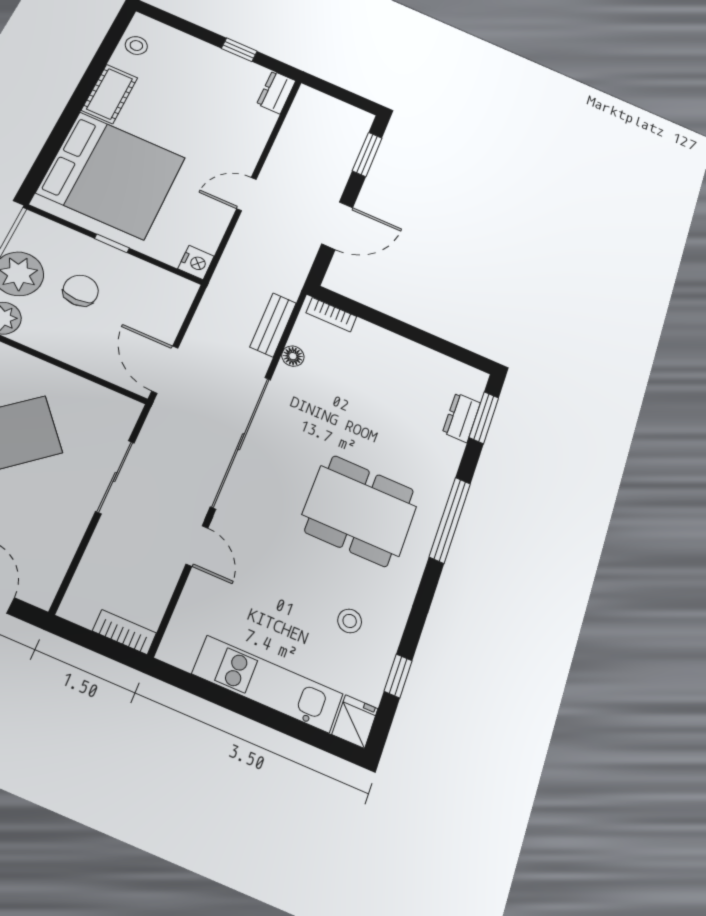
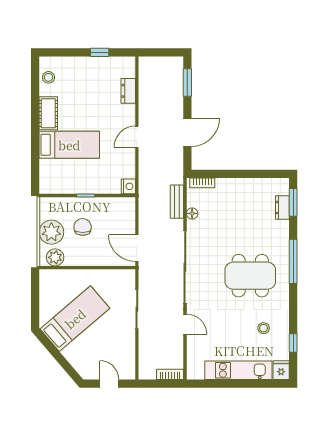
dresser: (276, 92) -> (128, 91), moved
bed: (111, 175) -> (69, 145), width x0.49

